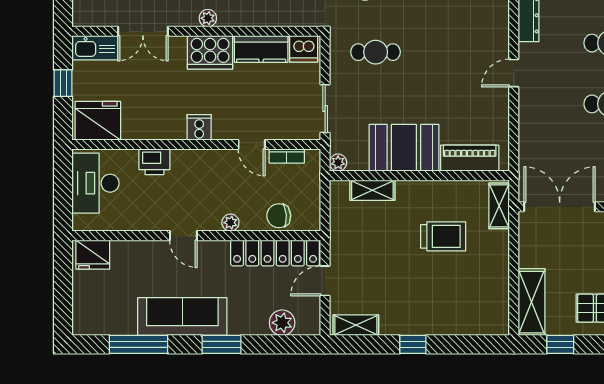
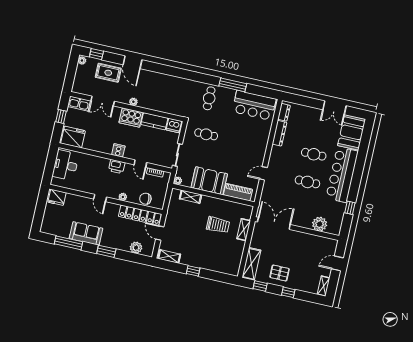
door: (514, 73) -> (263, 173), moved
printer: (154, 162) -> (117, 167), moved
shelving: (499, 206) -> (244, 230), moved
door: (325, 281) -> (160, 233), hinge flipped
sofa: (182, 317) -> (86, 233), width x0.73

